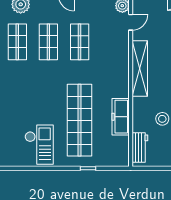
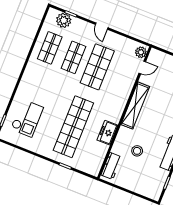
shop shelf: (80, 42) -> (97, 67), width x1.43, depth x1.36
freezer: (121, 117) -> (107, 133), width x0.71
checkout: (39, 145) -> (27, 118), moved

